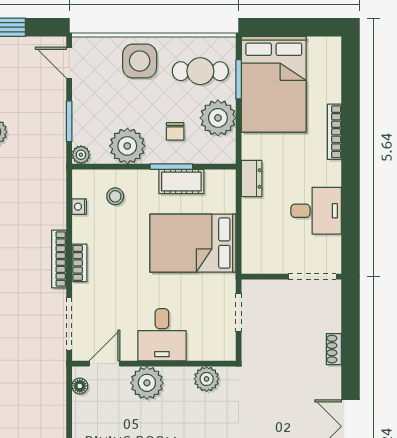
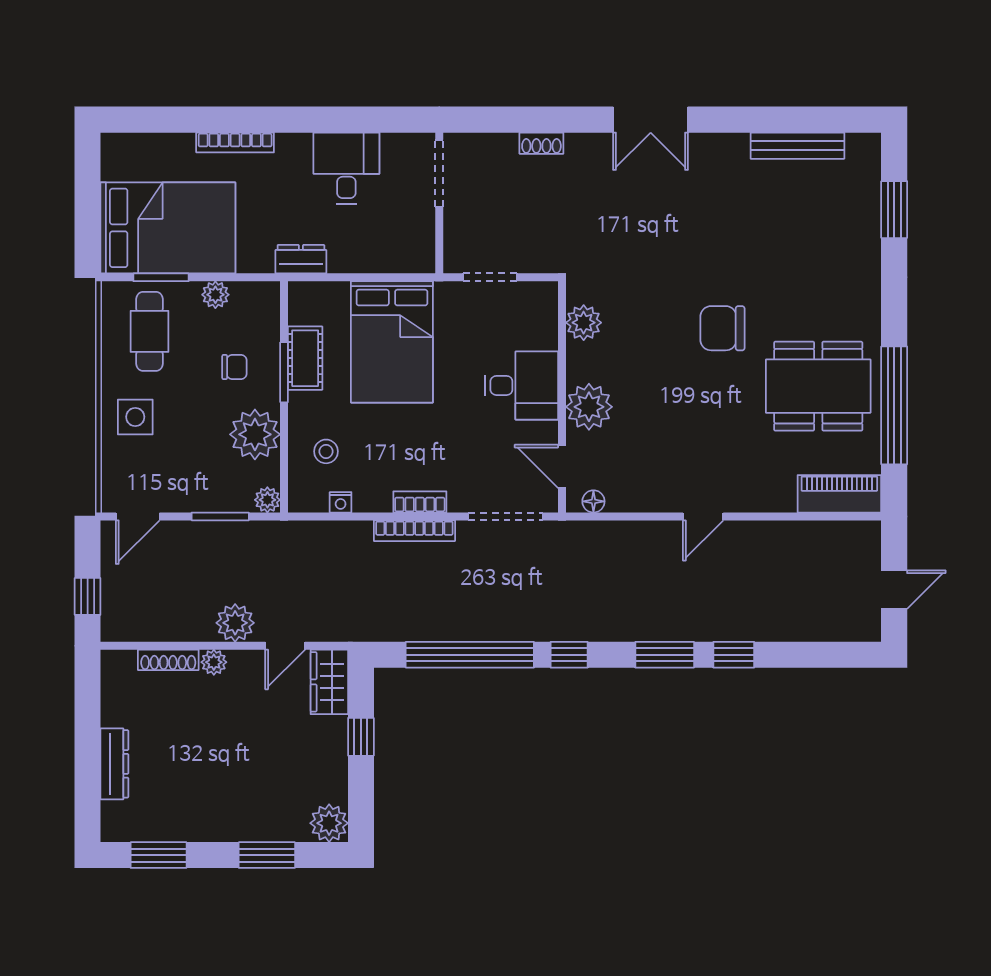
side table: (140, 61) -> (135, 417), width x0.73, depth x0.73
plant: (218, 118) -> (215, 295), width x0.53, depth x0.53

